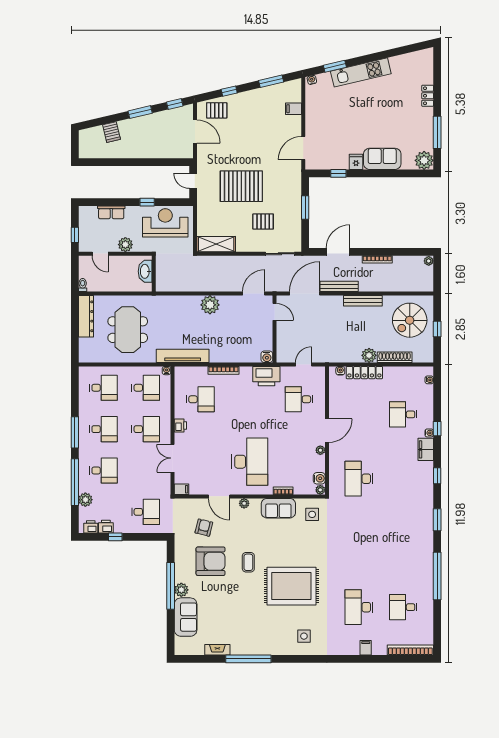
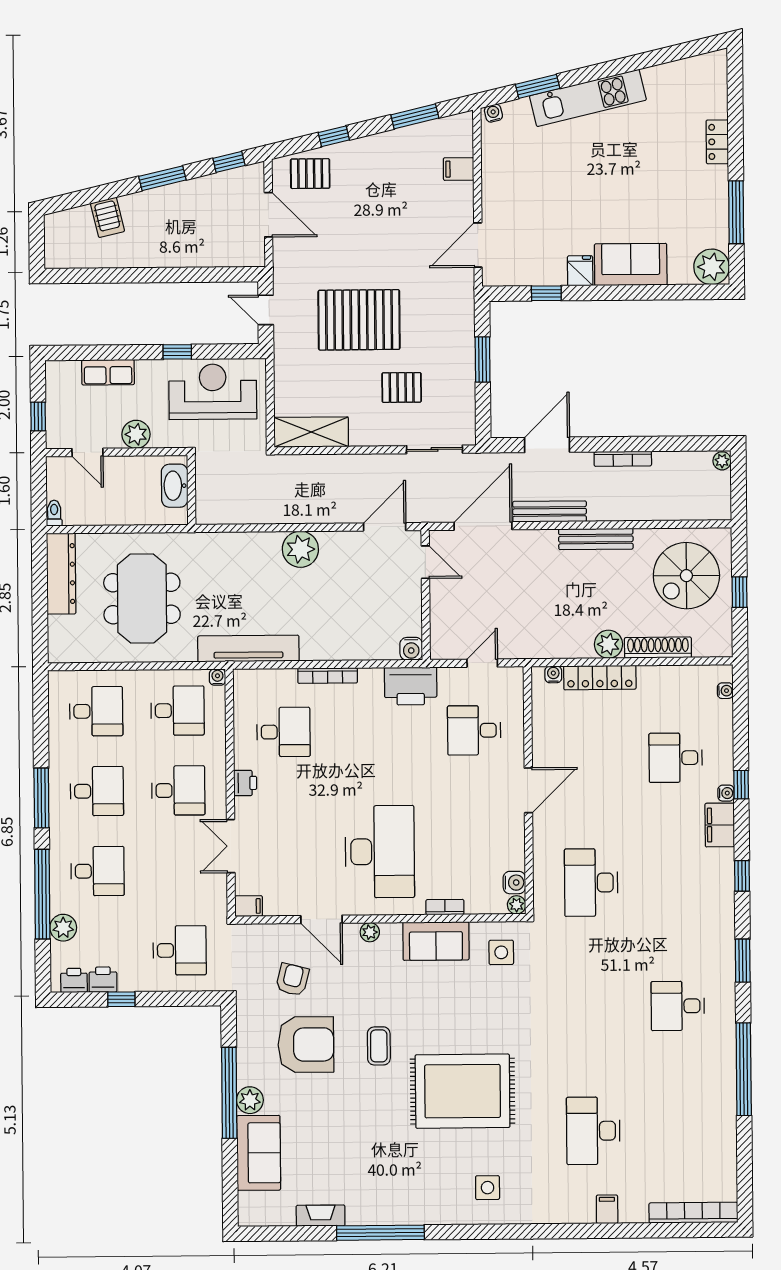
plant: (320, 450) -> (516, 828), removed
desk: (403, 607) -> (678, 1006), moved

